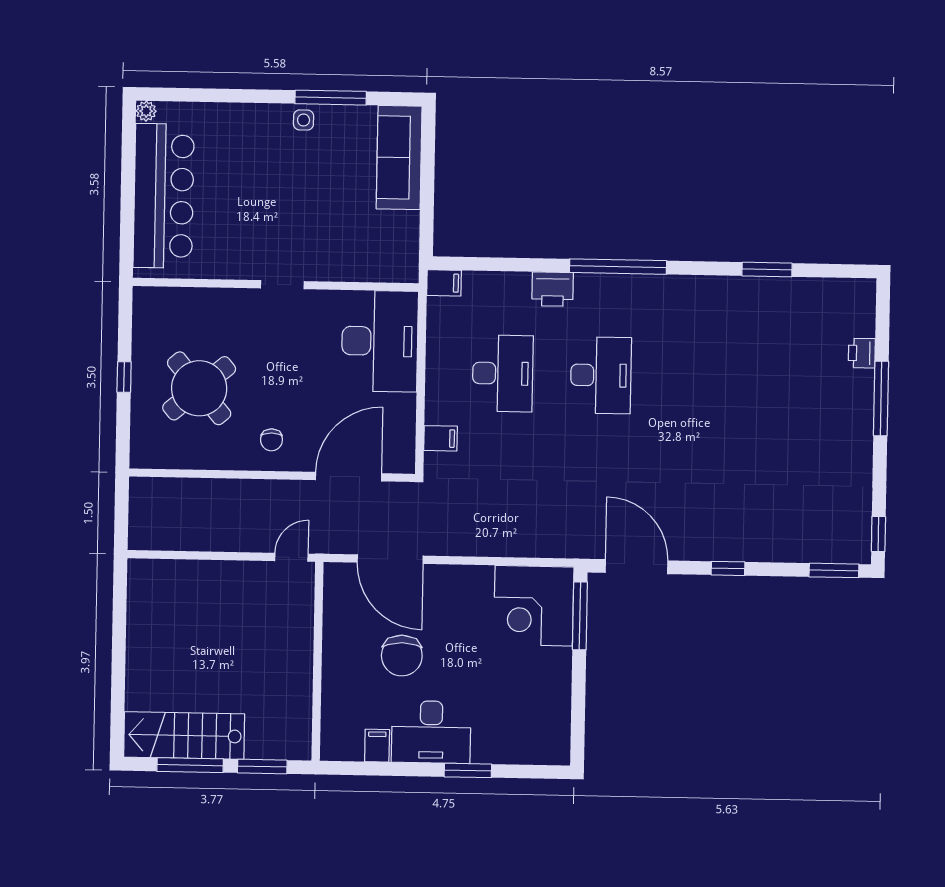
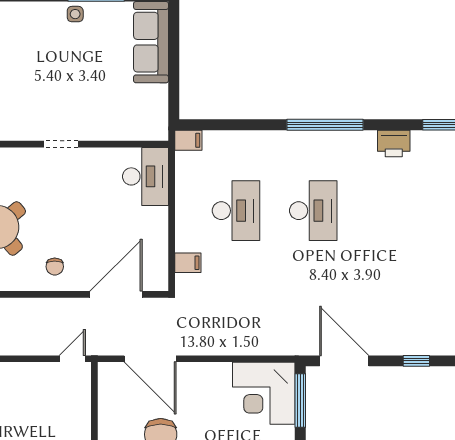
printer: (553, 289) -> (394, 143), moved
desk: (380, 341) -> (145, 176), width x0.73, depth x0.77

